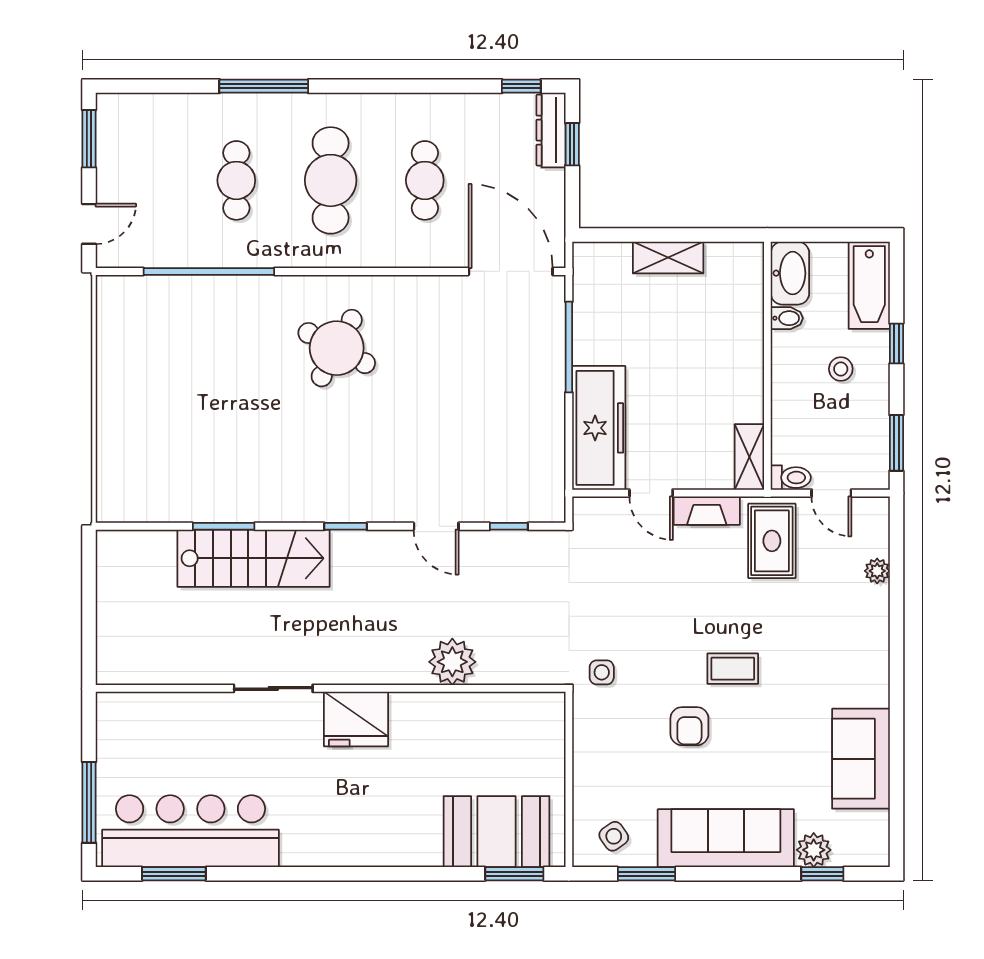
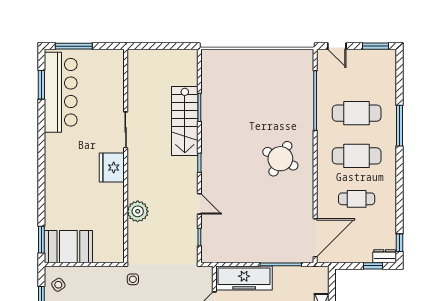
dresser: (551, 130) -> (385, 256), width x0.70
cafe table: (236, 180) -> (357, 113), width x1.37, depth x1.35
door: (436, 526) -> (199, 204), swing flipped
booth: (496, 832) -> (68, 247), moved, turned 90

